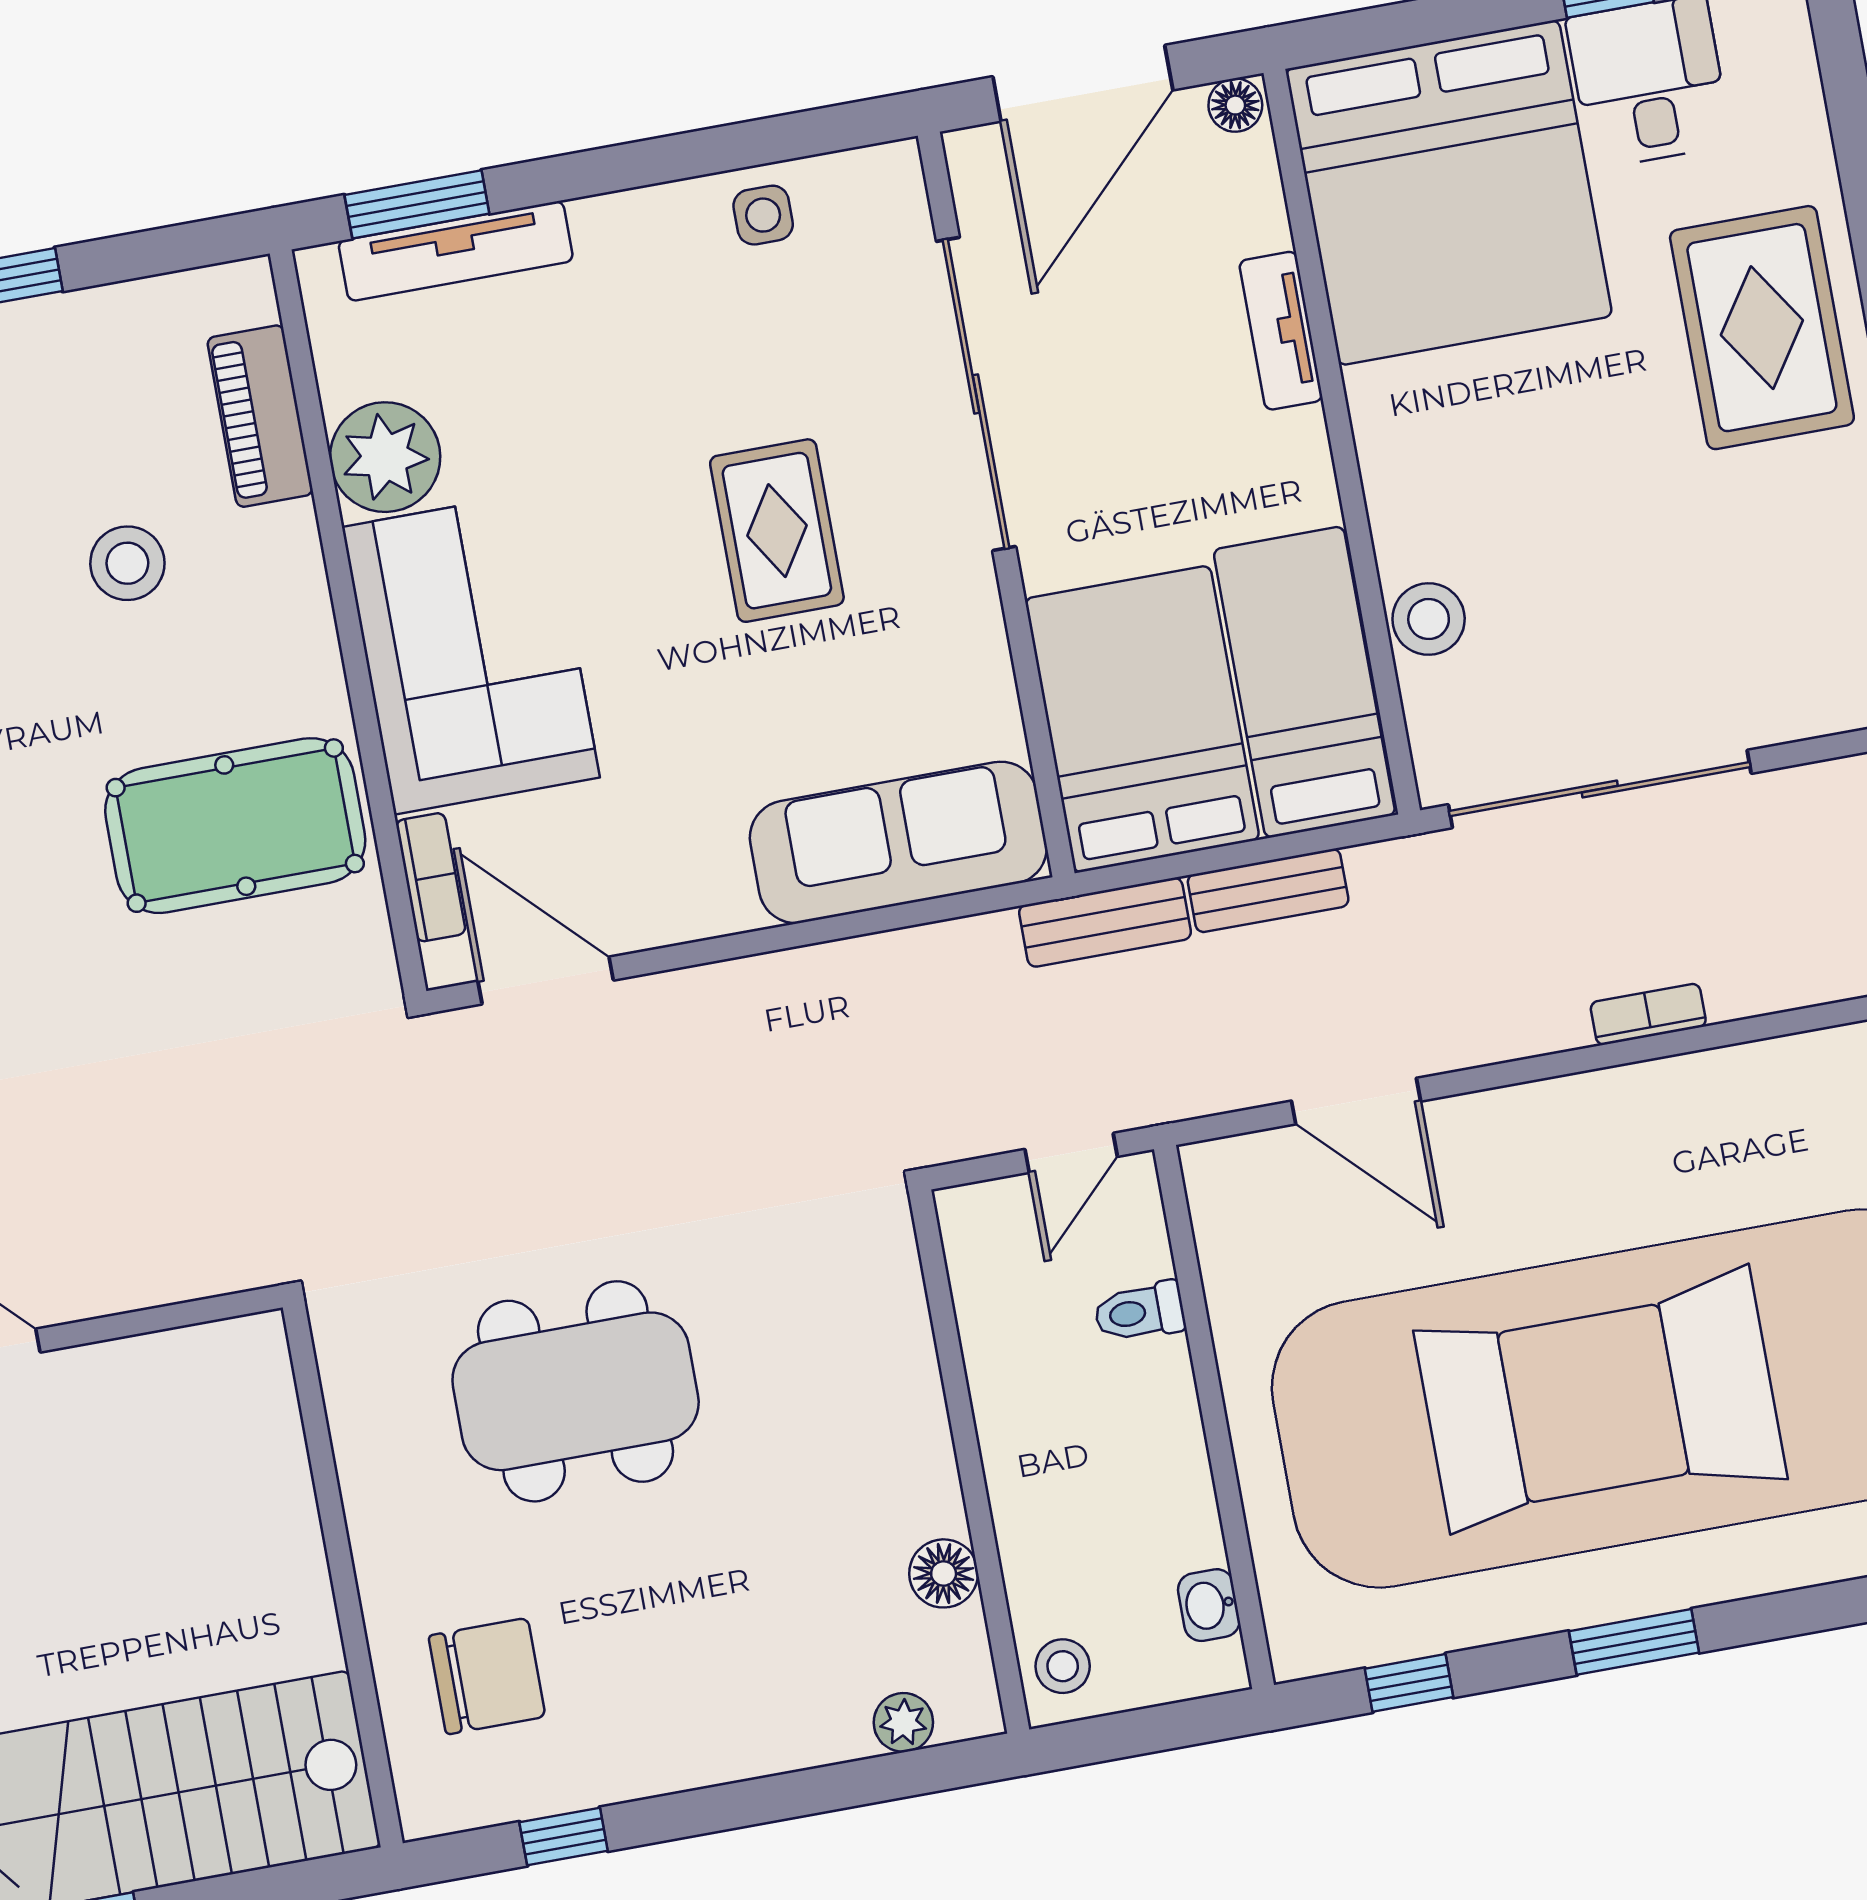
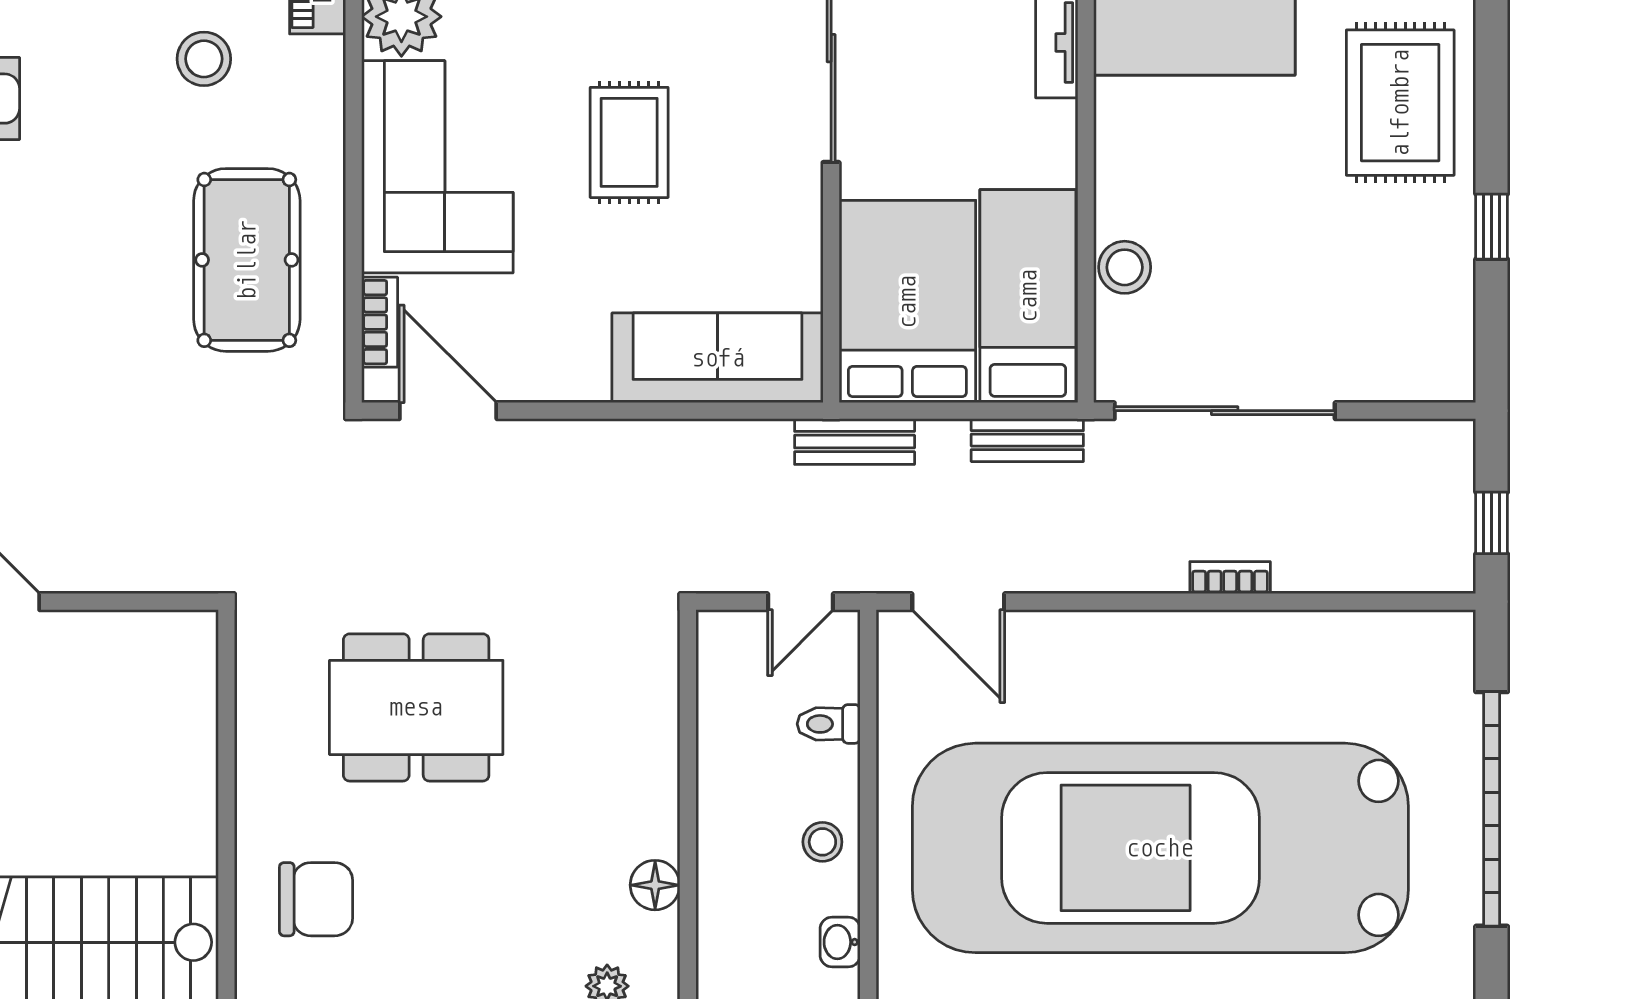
rug: (777, 531) -> (629, 142), moved
pool table: (235, 826) -> (247, 260), turned 90
bench: (1268, 891) -> (1027, 440), moved
door: (1356, 1101) -> (958, 602), moved
stool: (1063, 1666) -> (822, 842), moved

